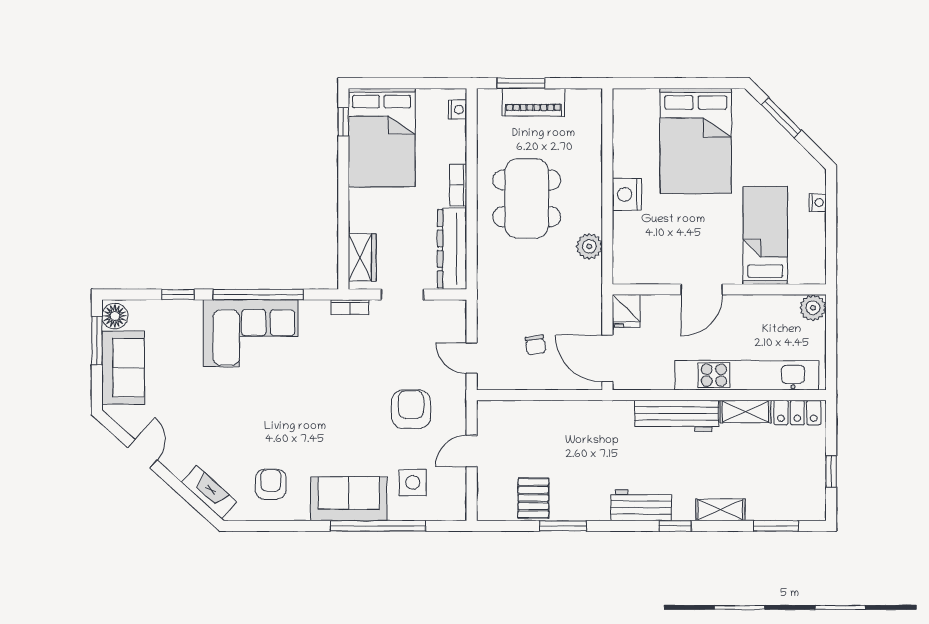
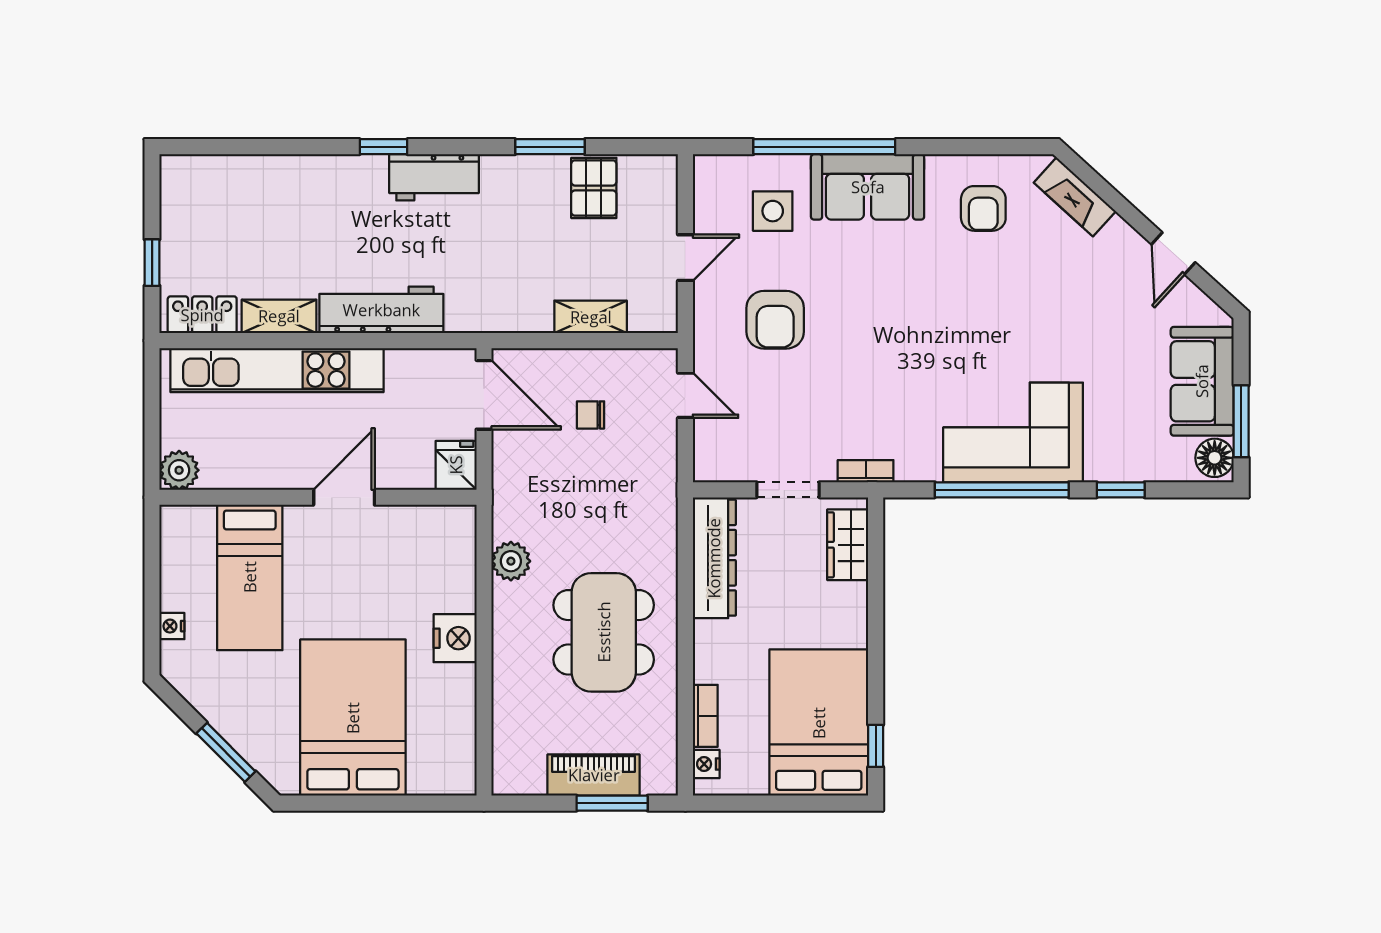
bookcase: (458, 185) -> (705, 716), moved
chair: (535, 345) -> (591, 415), turned -81
window: (831, 471) -> (152, 263), moved
shelving: (720, 510) -> (591, 317), moved
window: (776, 526) -> (234, 147), removed

